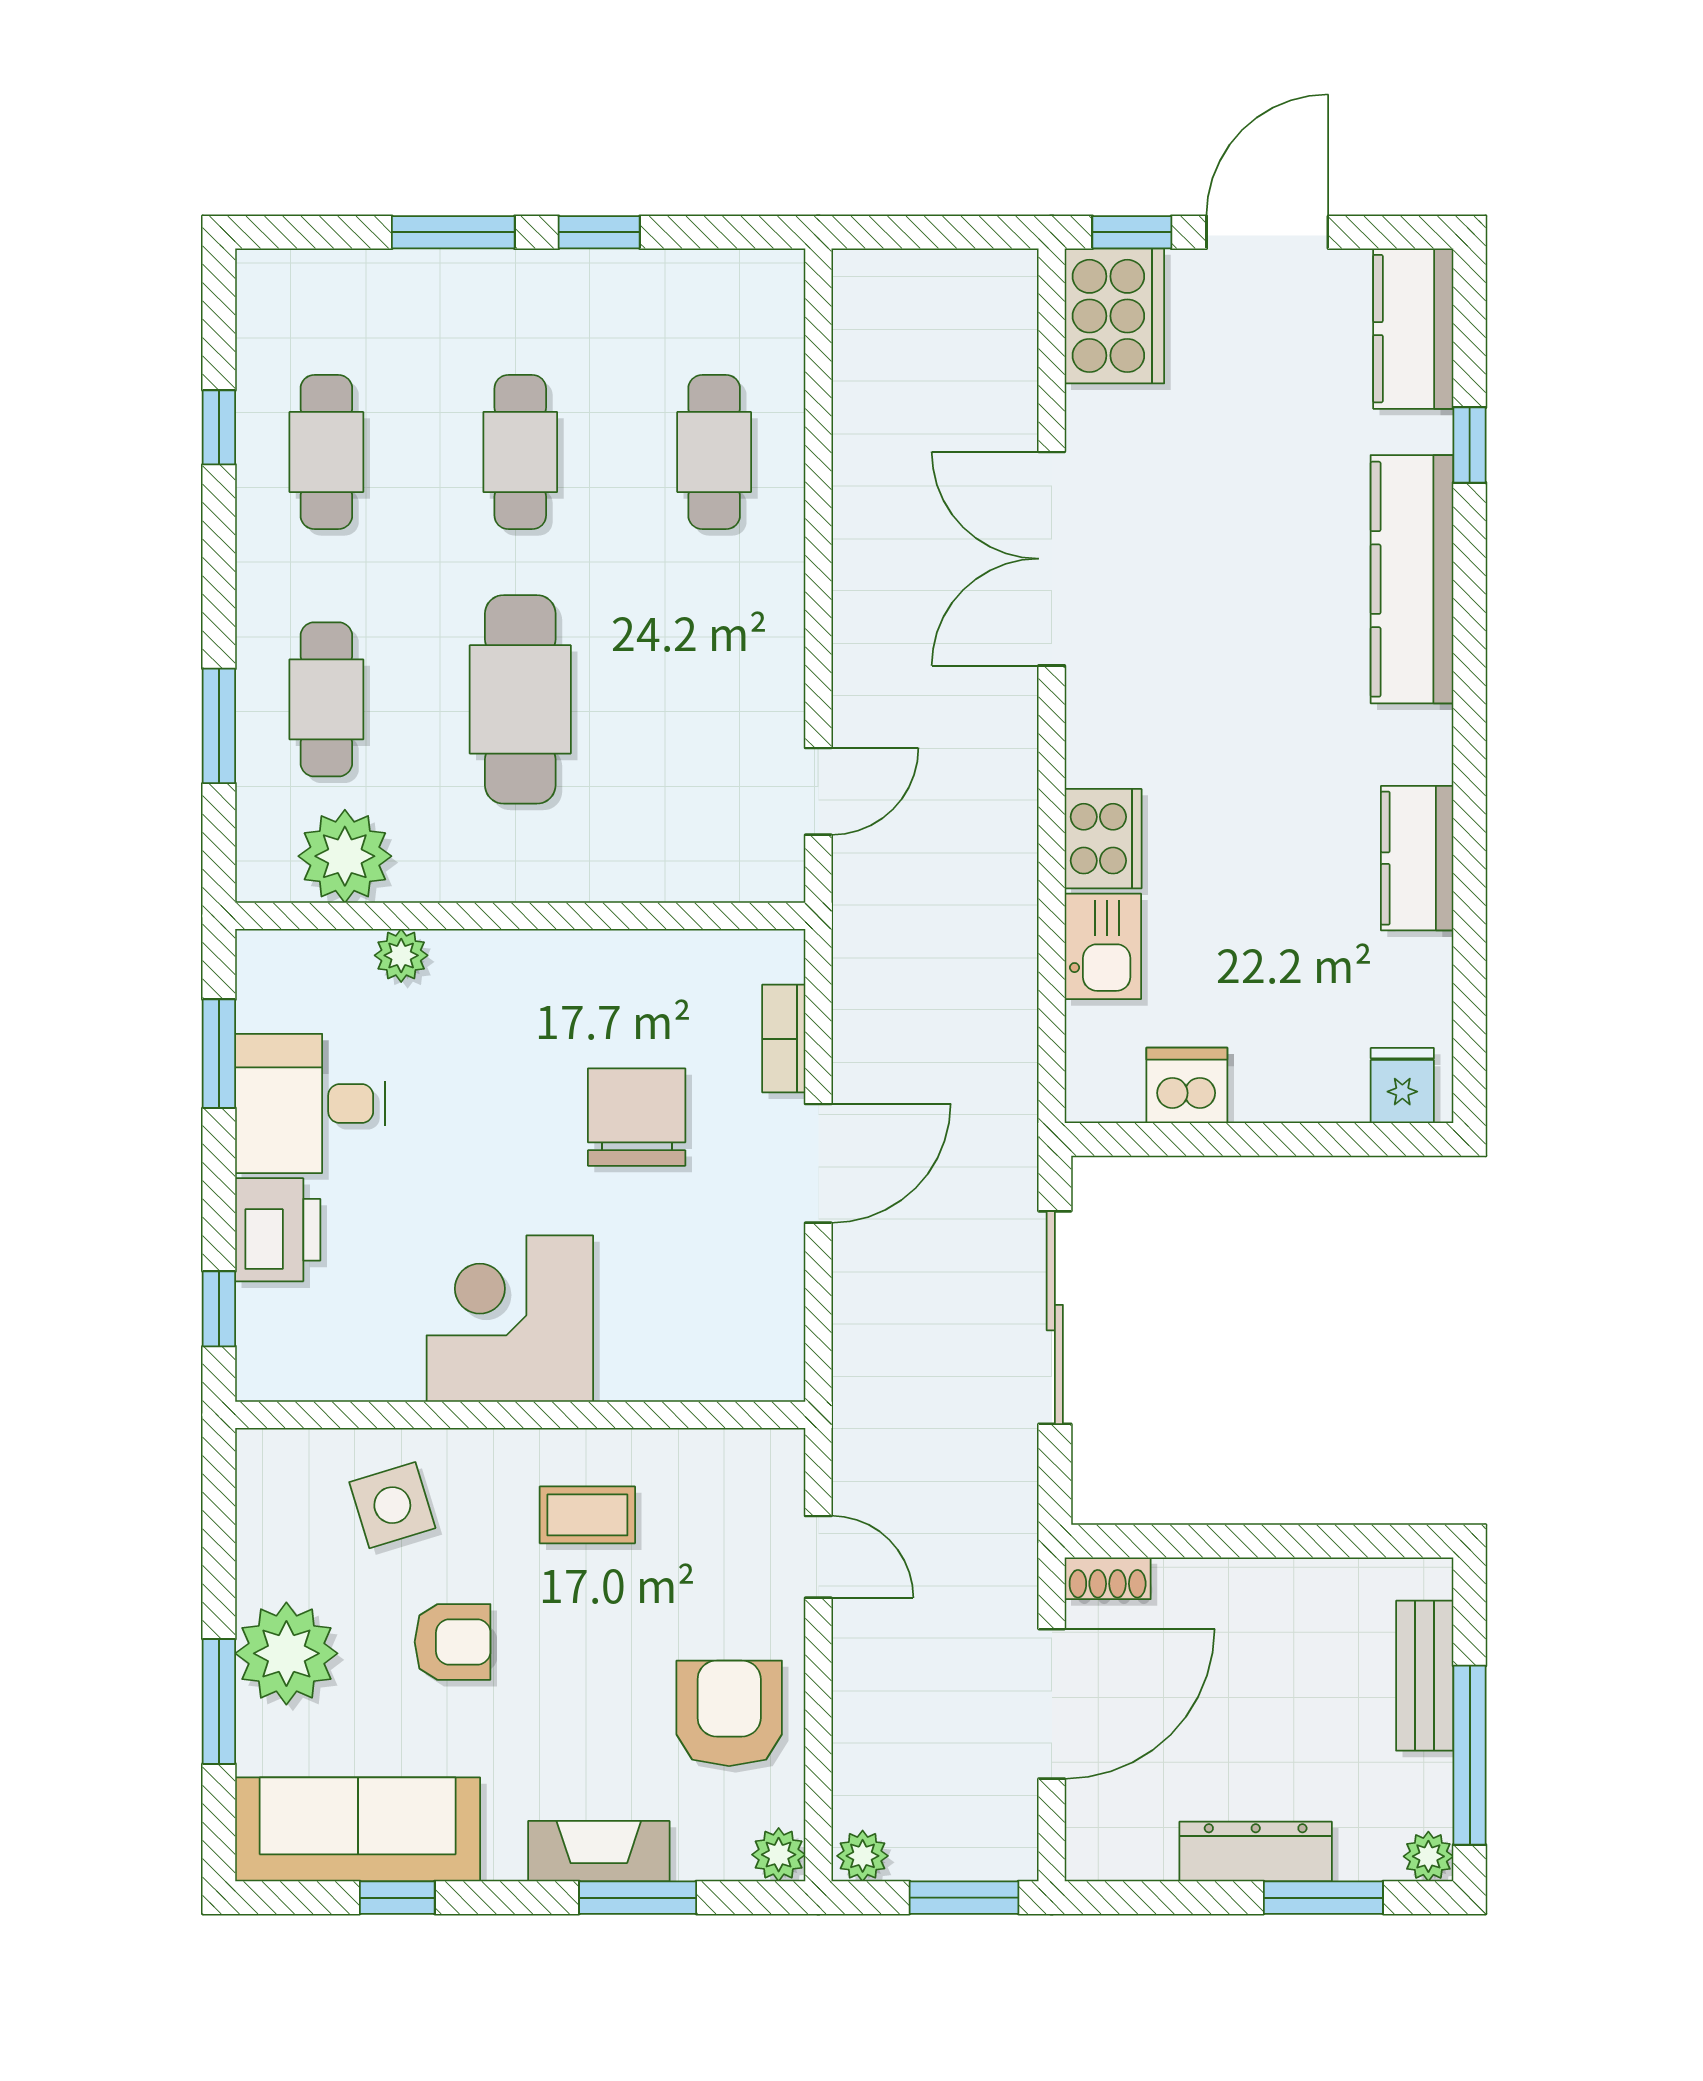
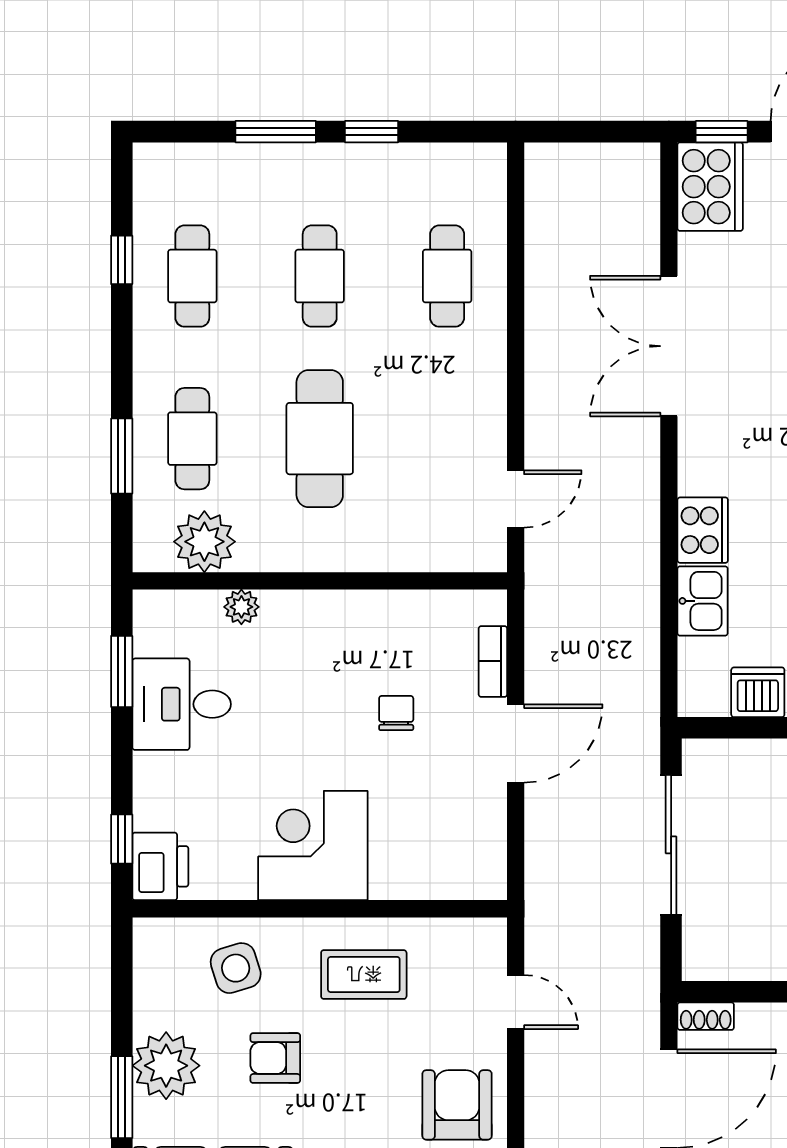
chair: (637, 1117) -> (396, 713), width x0.54, depth x0.54
printer: (278, 1230) -> (160, 866), moved
coffee table: (587, 1515) -> (364, 975), width x1.36, depth x1.30
armchair: (453, 1642) -> (275, 1058), turned 180

